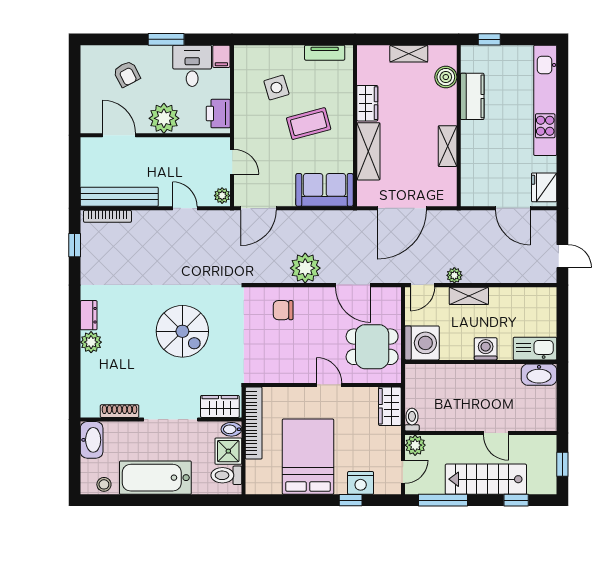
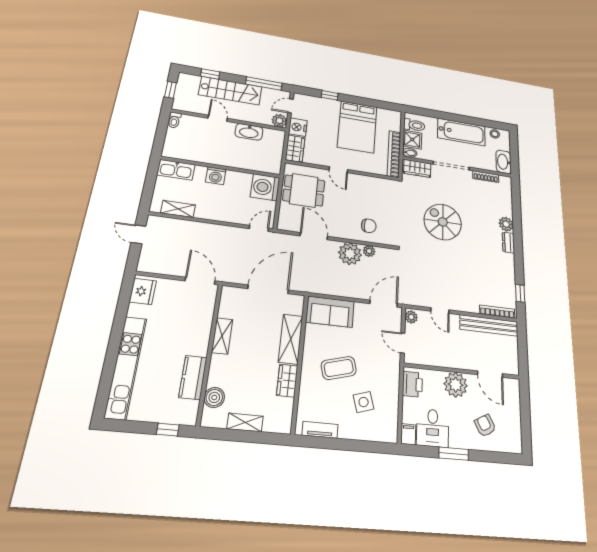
door: (513, 208) -> (200, 281), moved
plant: (454, 275) -> (369, 251), moved
shelving: (469, 296) -> (178, 209), moved
washbasin: (539, 375) -> (249, 132), moved, turned 180
toilet: (412, 420) -> (174, 120), moved
nightstand: (361, 483) -> (298, 127), moved, turned -90

